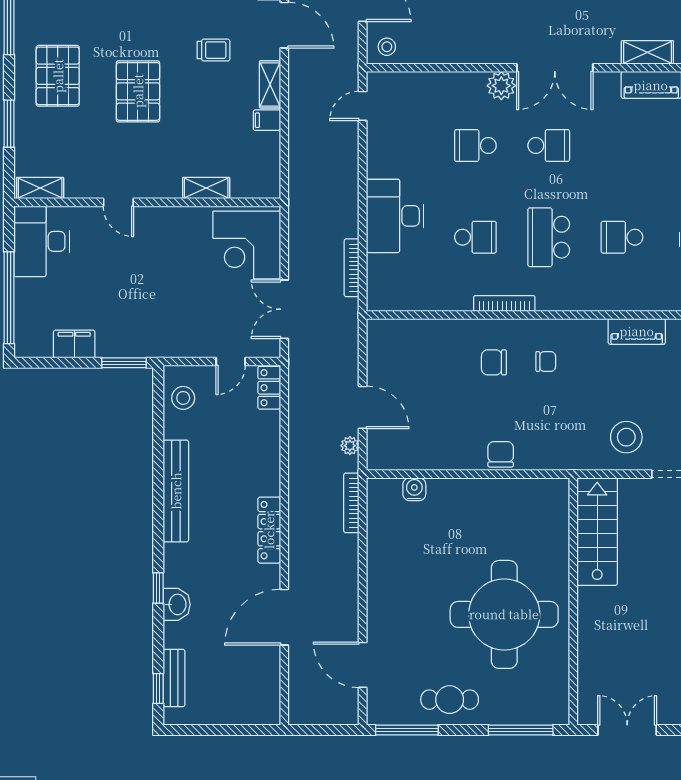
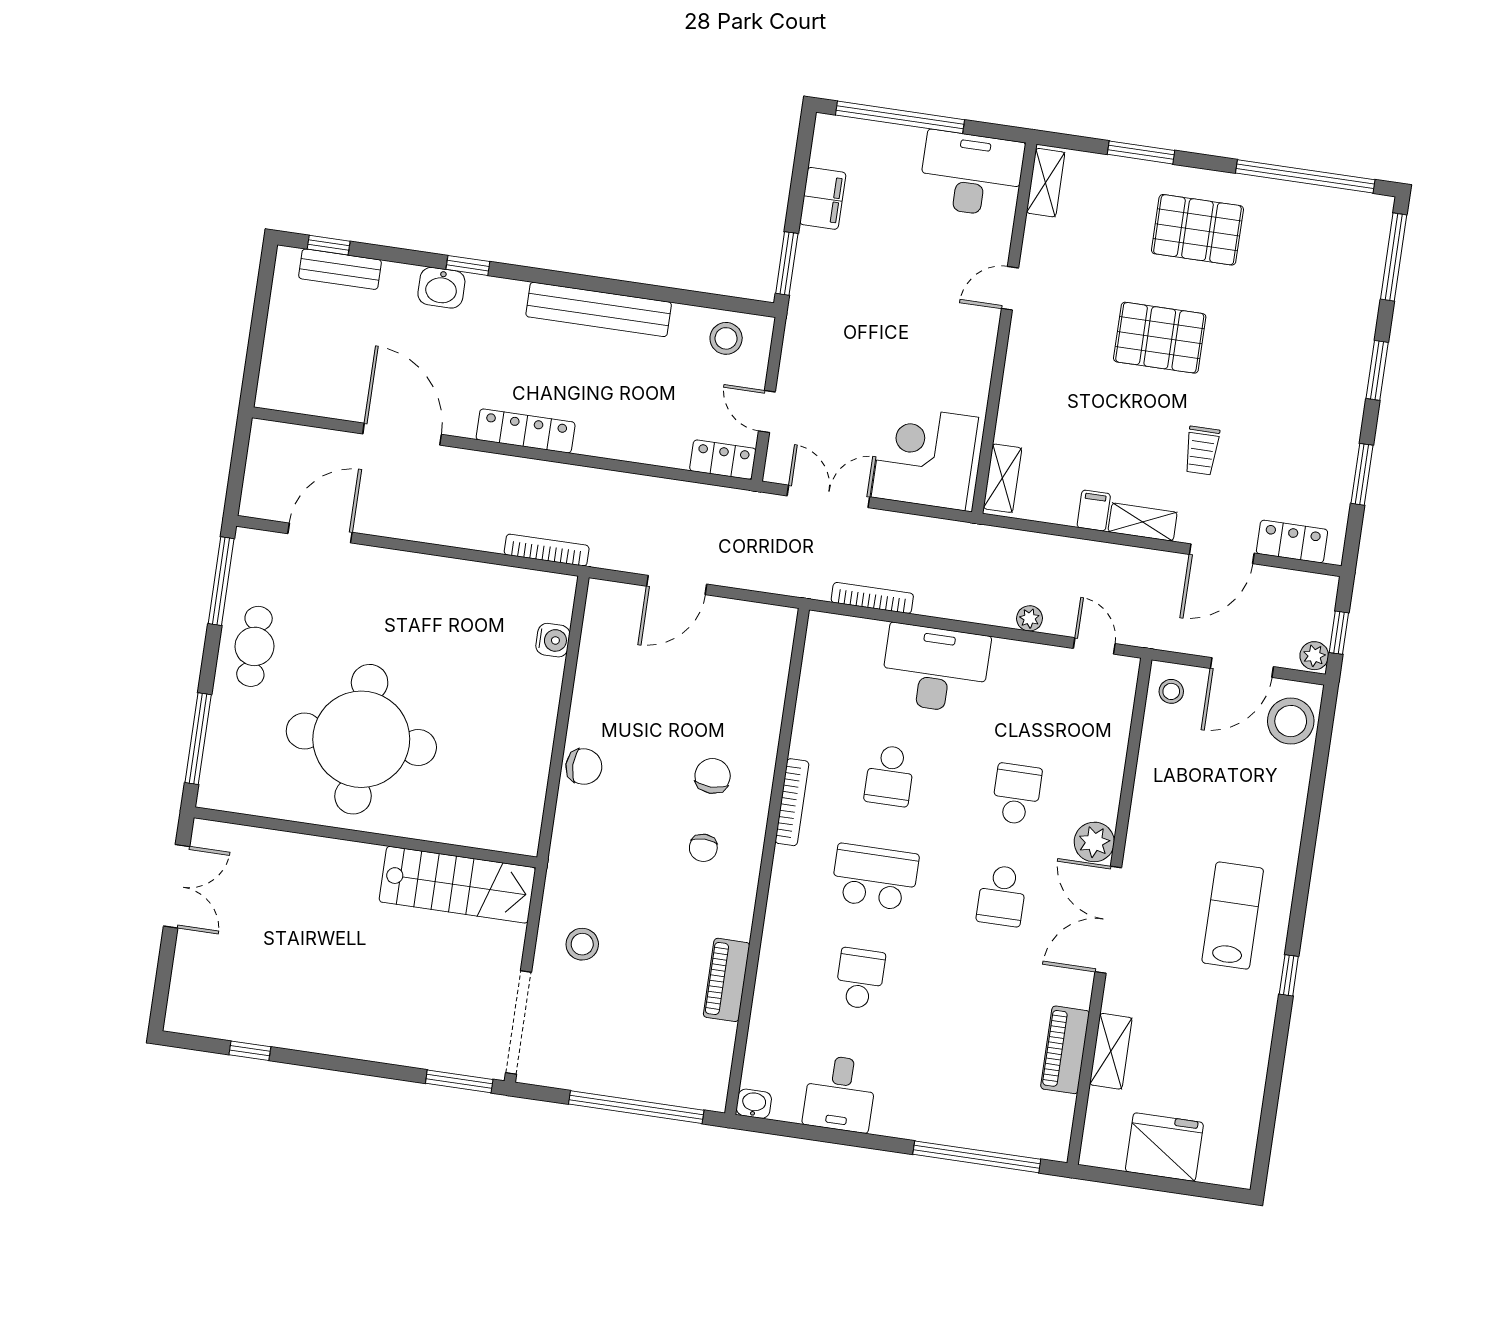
shelving: (206, 188) -> (1002, 478), moved
stool: (626, 437) -> (582, 944), width x0.73, depth x0.73
plant: (350, 446) -> (1029, 618), moved

